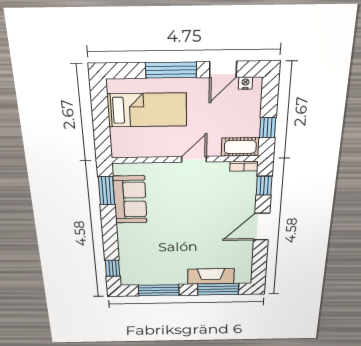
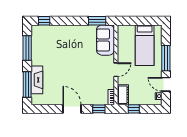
door: (194, 159) -> (116, 70), hinge flipped
sofa: (130, 200) -> (105, 40), moved, turned 90

